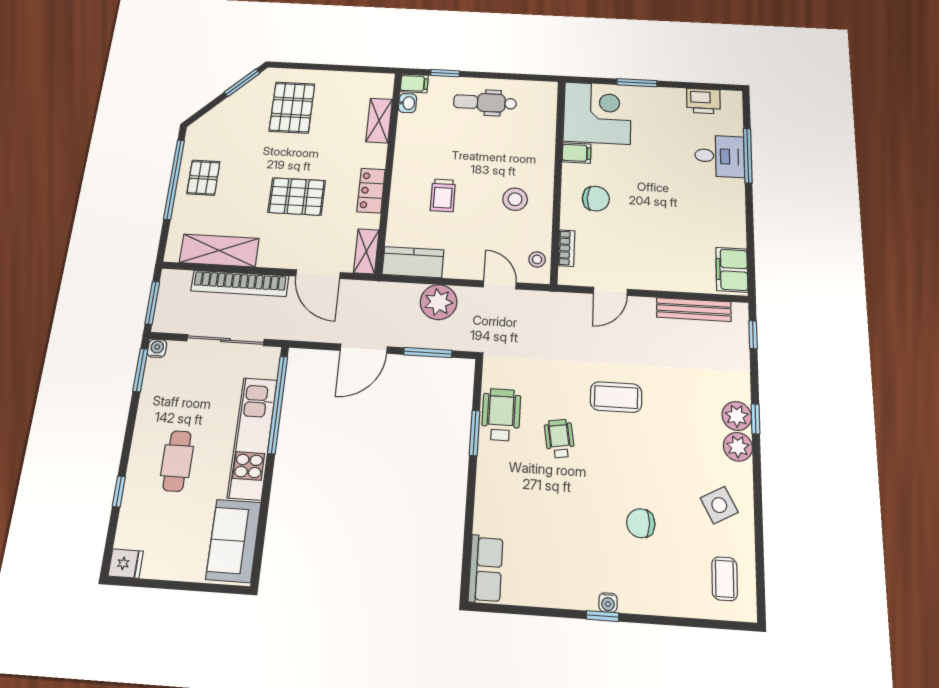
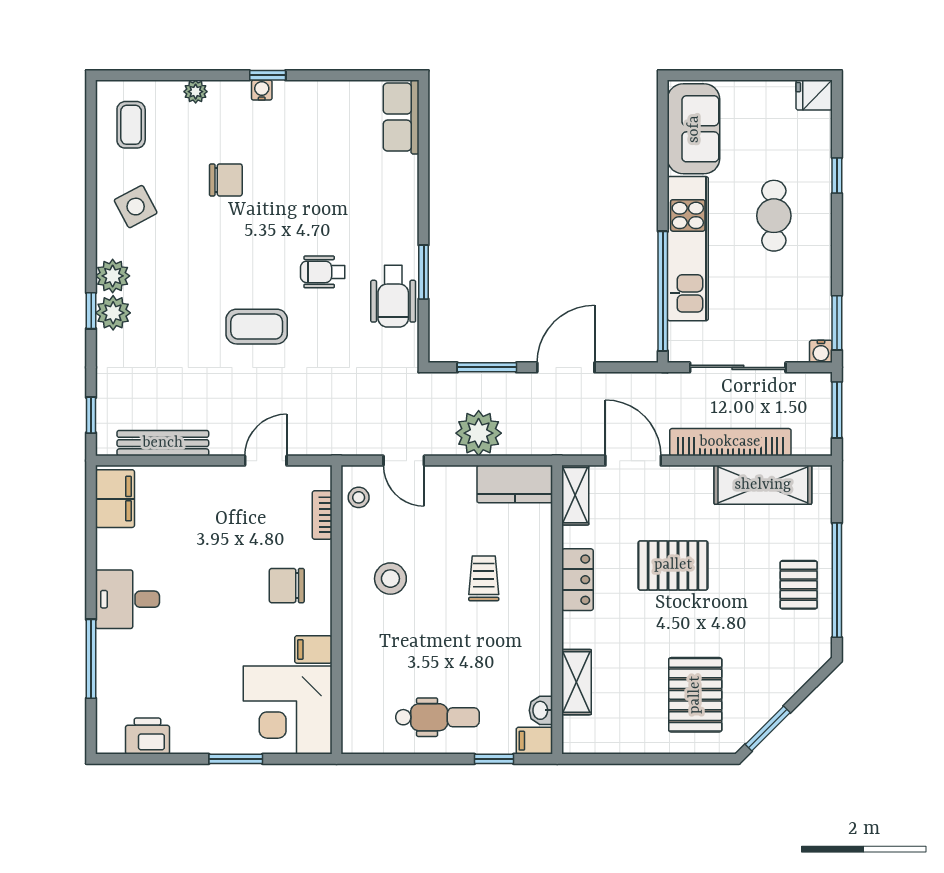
desk: (720, 156) -> (127, 599), moved
wheelchair: (559, 439) -> (323, 272), turned 99
plant: (667, 605) -> (196, 92), added

